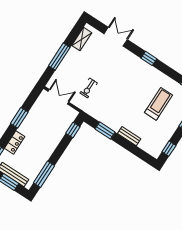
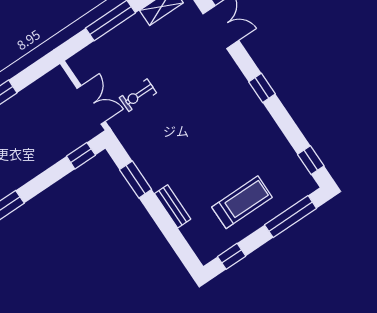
double door: (58, 97) -> (91, 105), moved
treadmill: (159, 104) -> (242, 202), moved

